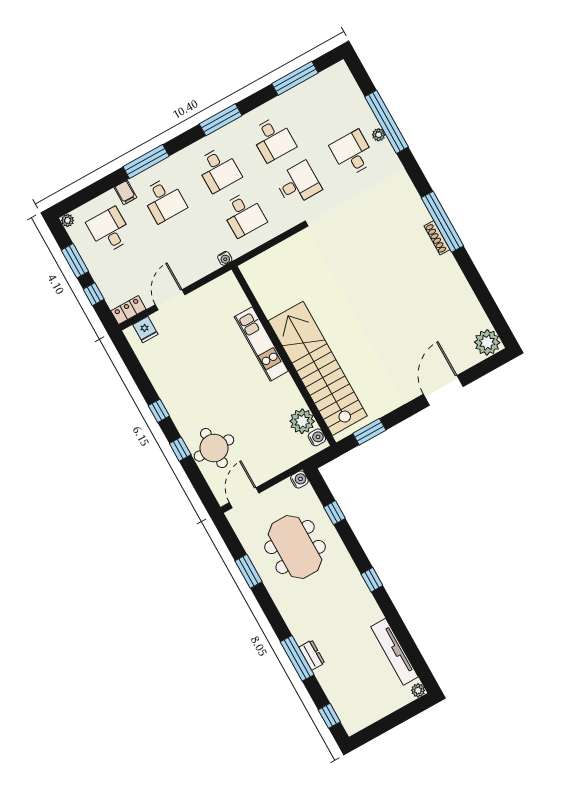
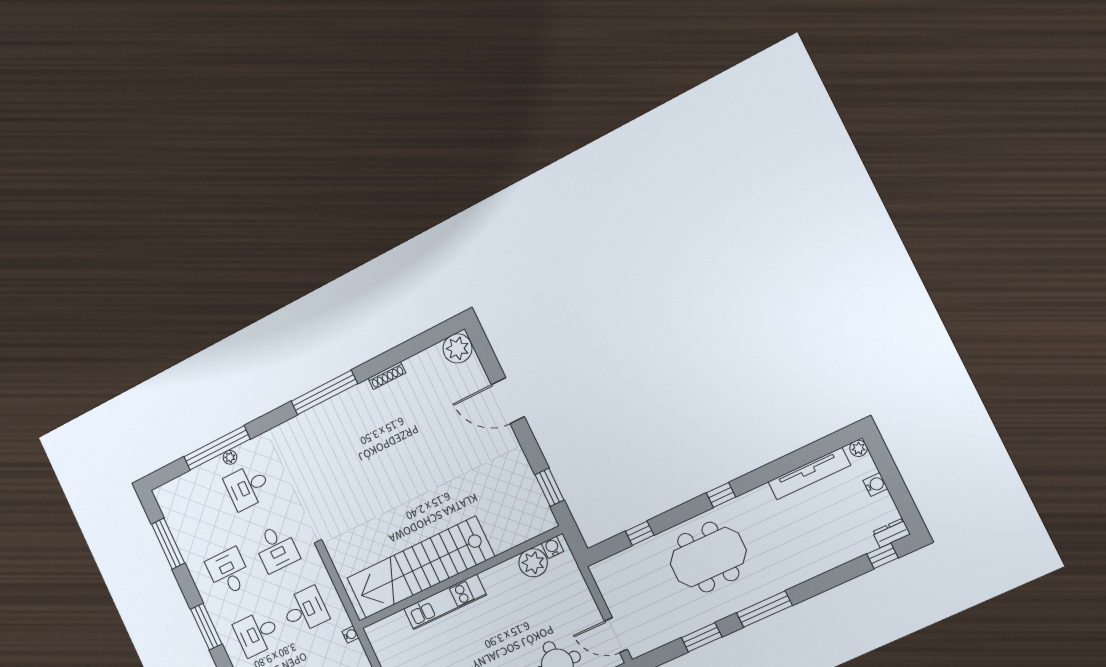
desk: (273, 139) -> (229, 572), turned -90
desk: (219, 169) -> (257, 633), turned 180
desk: (298, 184) -> (276, 548), turned 180
shoe rack: (437, 238) -> (387, 376), moved
stairs: (318, 368) -> (420, 567), moved
water cooler: (299, 479) -> (875, 484), moved, turned 90
meeting table: (295, 547) -> (708, 557), moved
dresser: (312, 655) -> (891, 533), moved
window: (297, 658) -> (764, 609), moved

